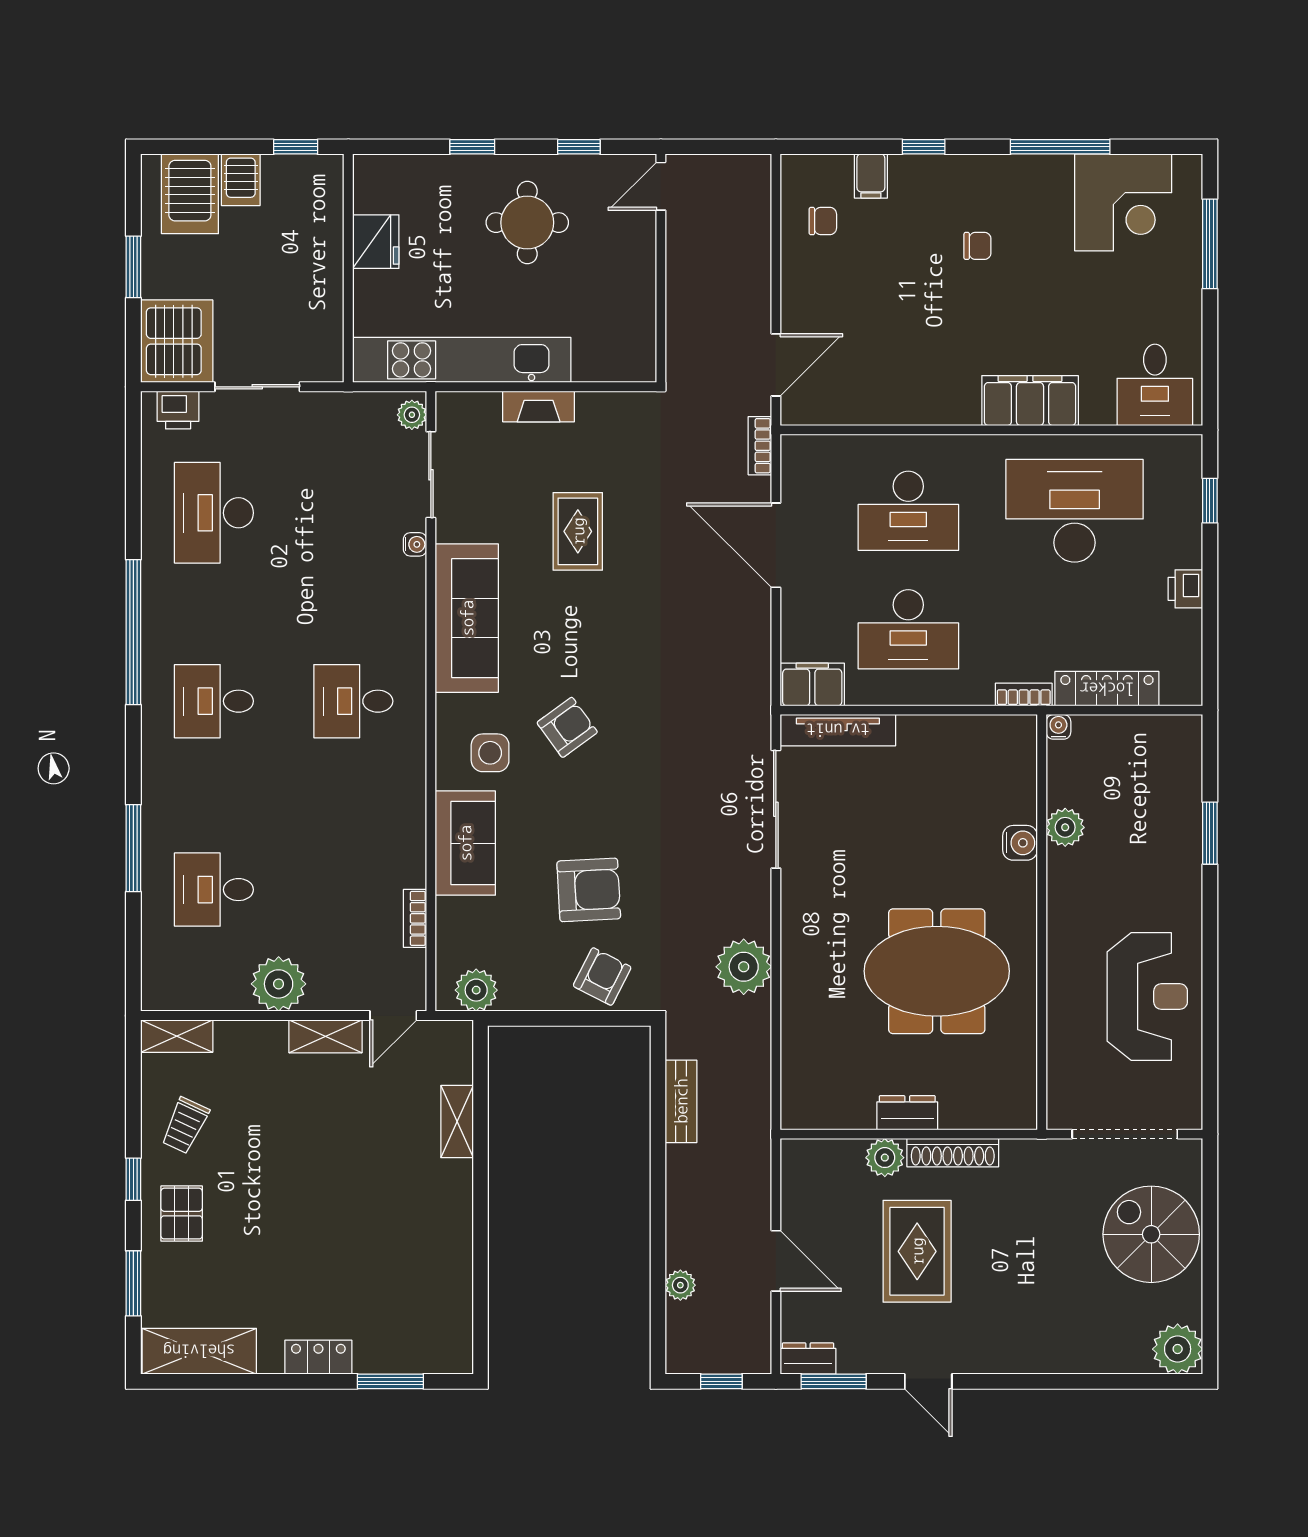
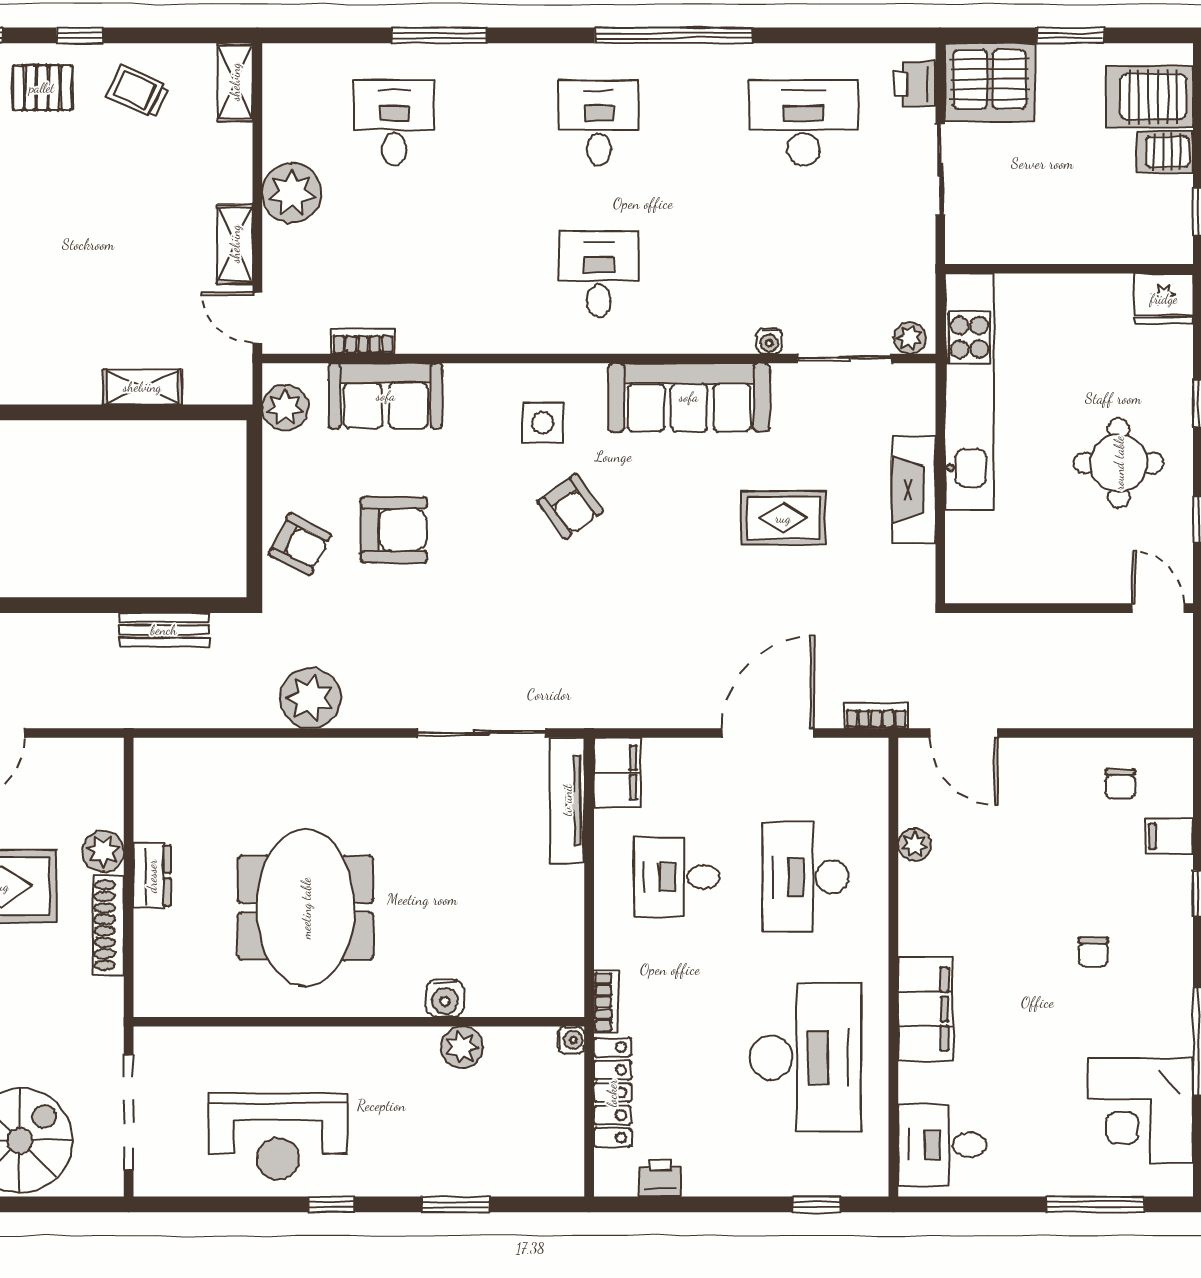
fridge: (376, 242) -> (1164, 299), moved
fireplace: (539, 406) -> (914, 490), width x1.37, depth x1.32
plant: (879, 410) -> (915, 844), added
printer: (1185, 589) -> (660, 1178), moved
desk: (908, 629) -> (677, 877), width x0.73
sofa: (465, 843) -> (386, 396), moved
armchair: (589, 890) -> (394, 530), turned -87
window: (1210, 948) -> (331, 1204), added

